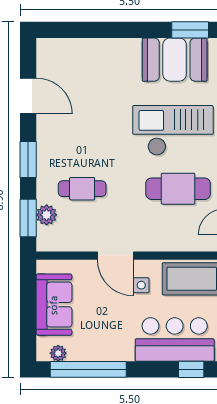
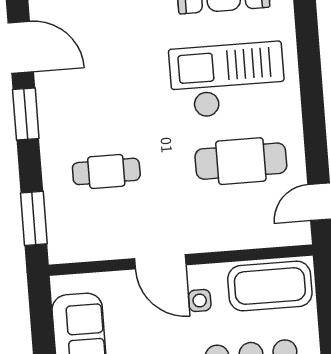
window: (28, 160) -> (26, 114), moved
plant: (47, 215) -> (59, 212), removed

